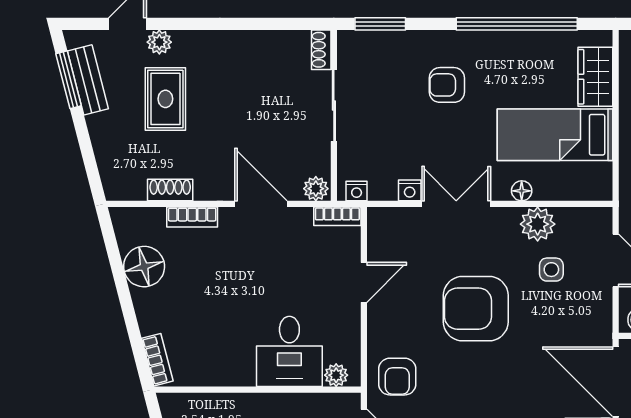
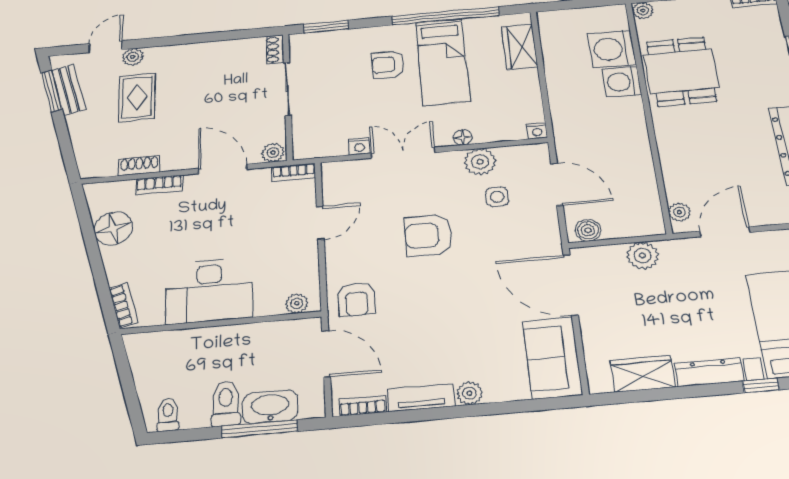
bed: (555, 135) -> (443, 62), moved, turned -90
nightstand: (357, 191) -> (537, 131), moved
armchair: (476, 309) -> (428, 235), width x0.73, depth x0.73
desk: (289, 351) -> (209, 291), moved, width x1.37

